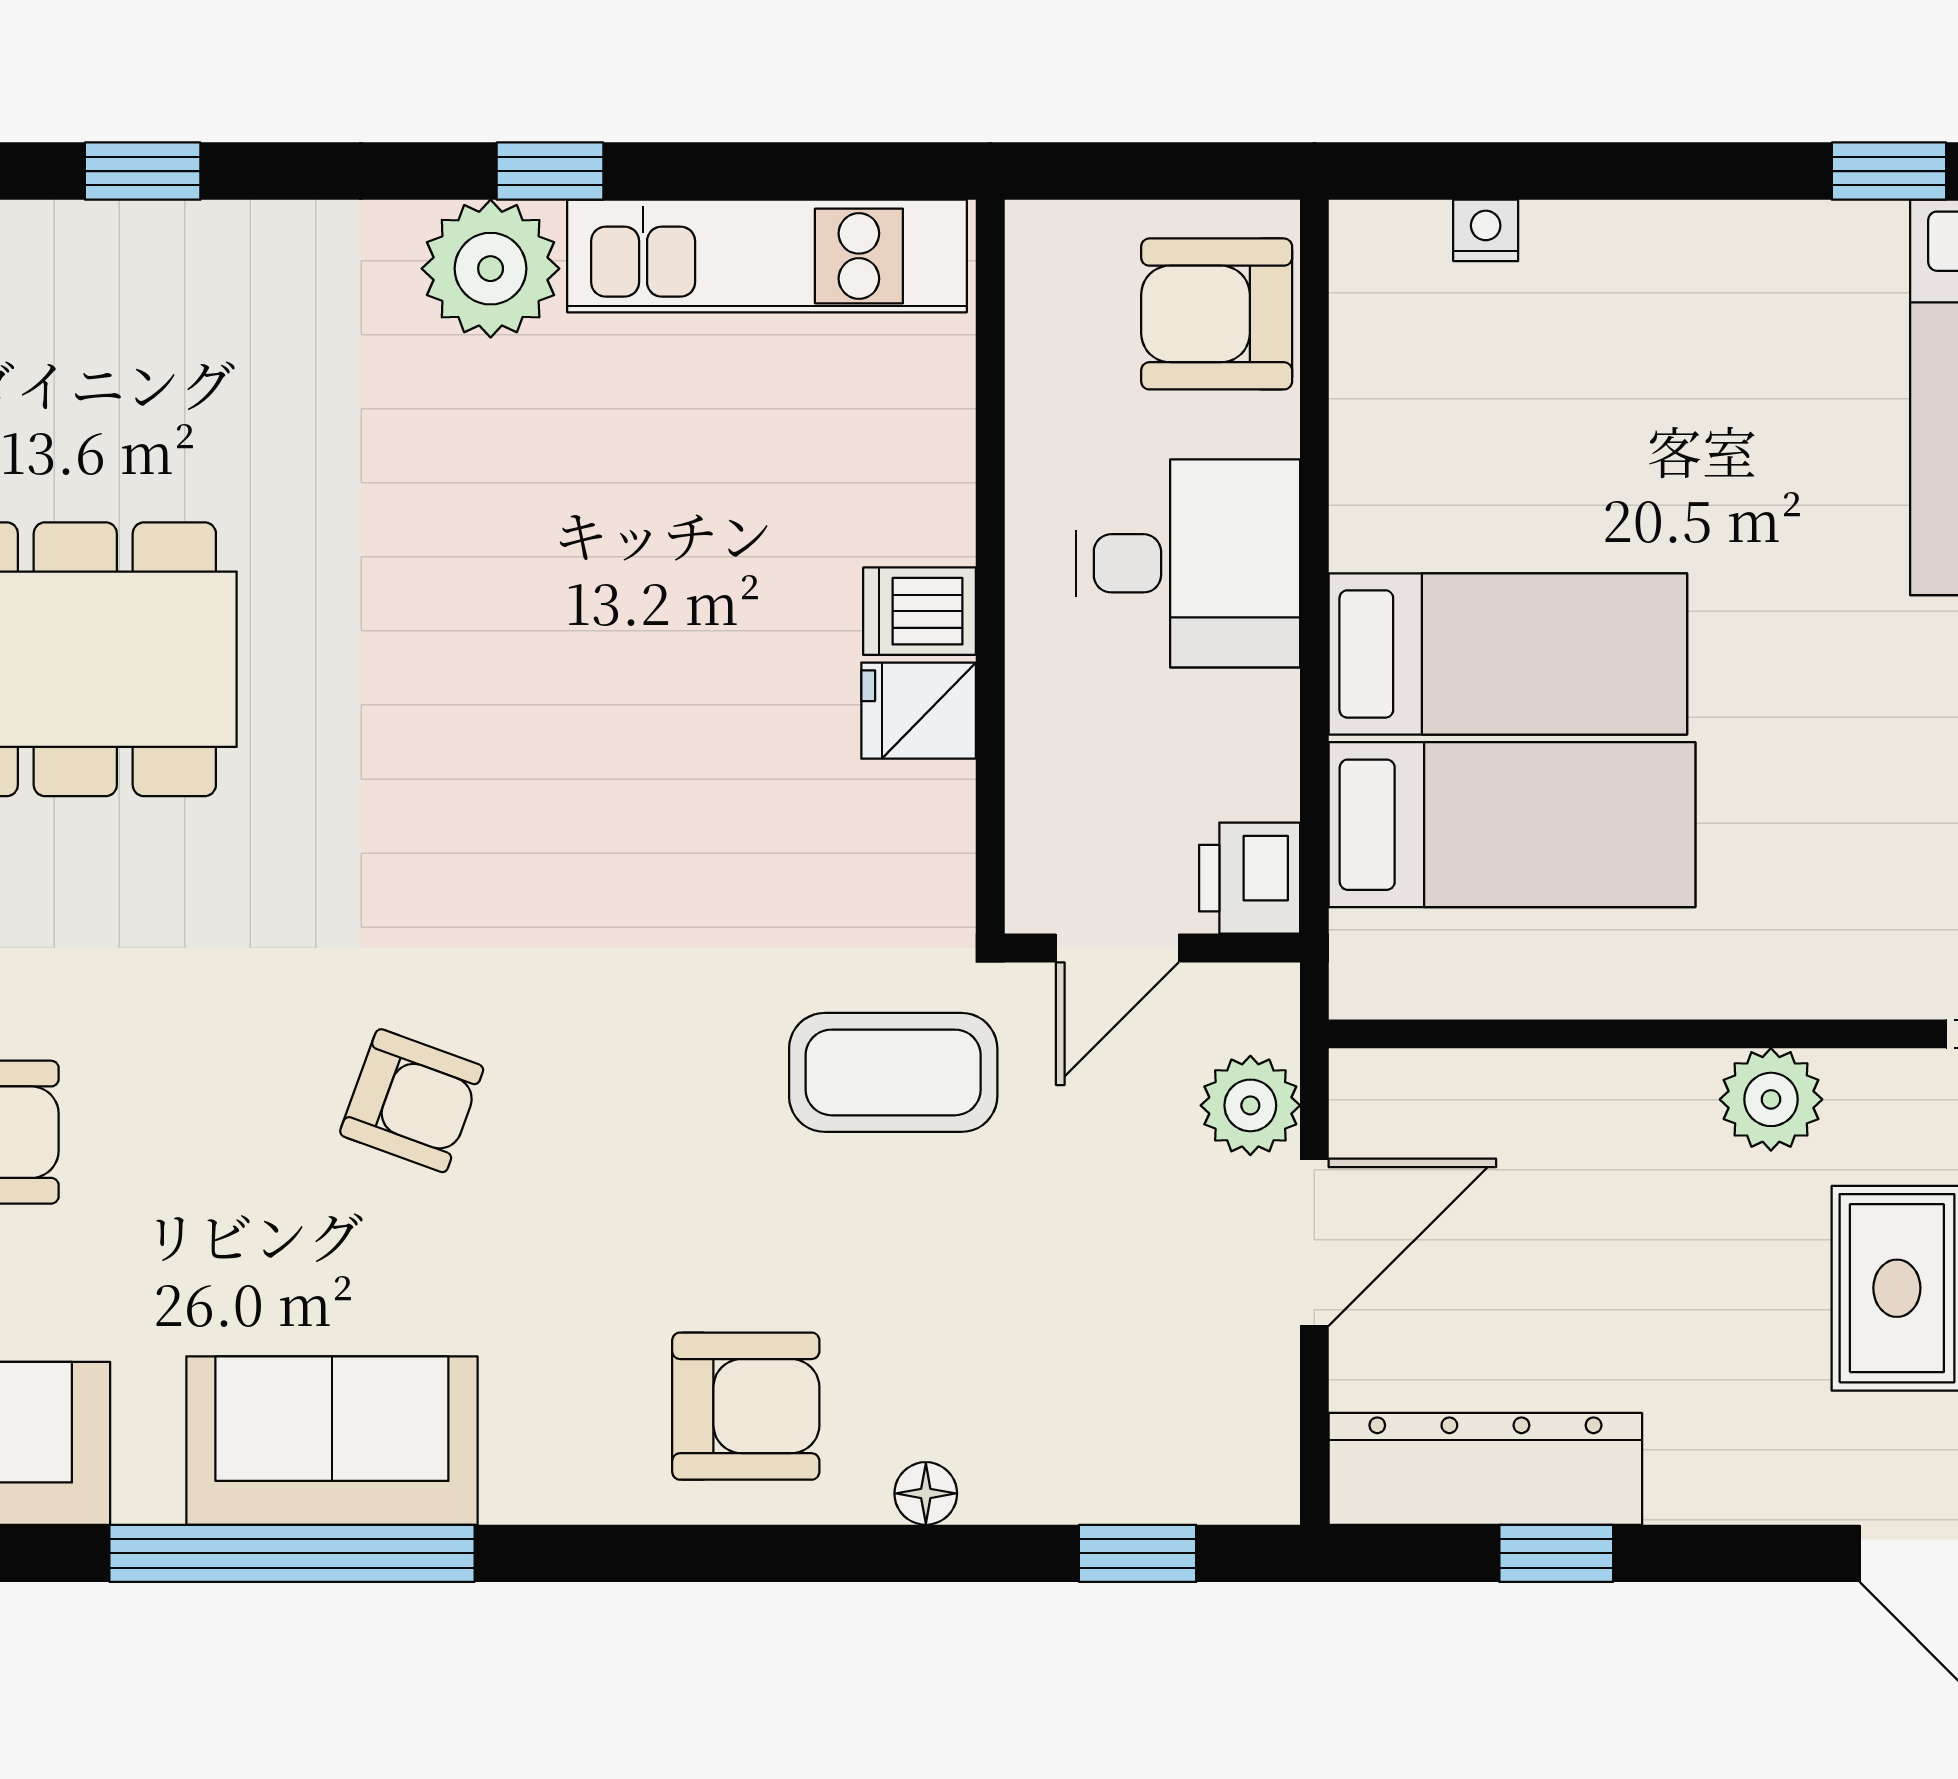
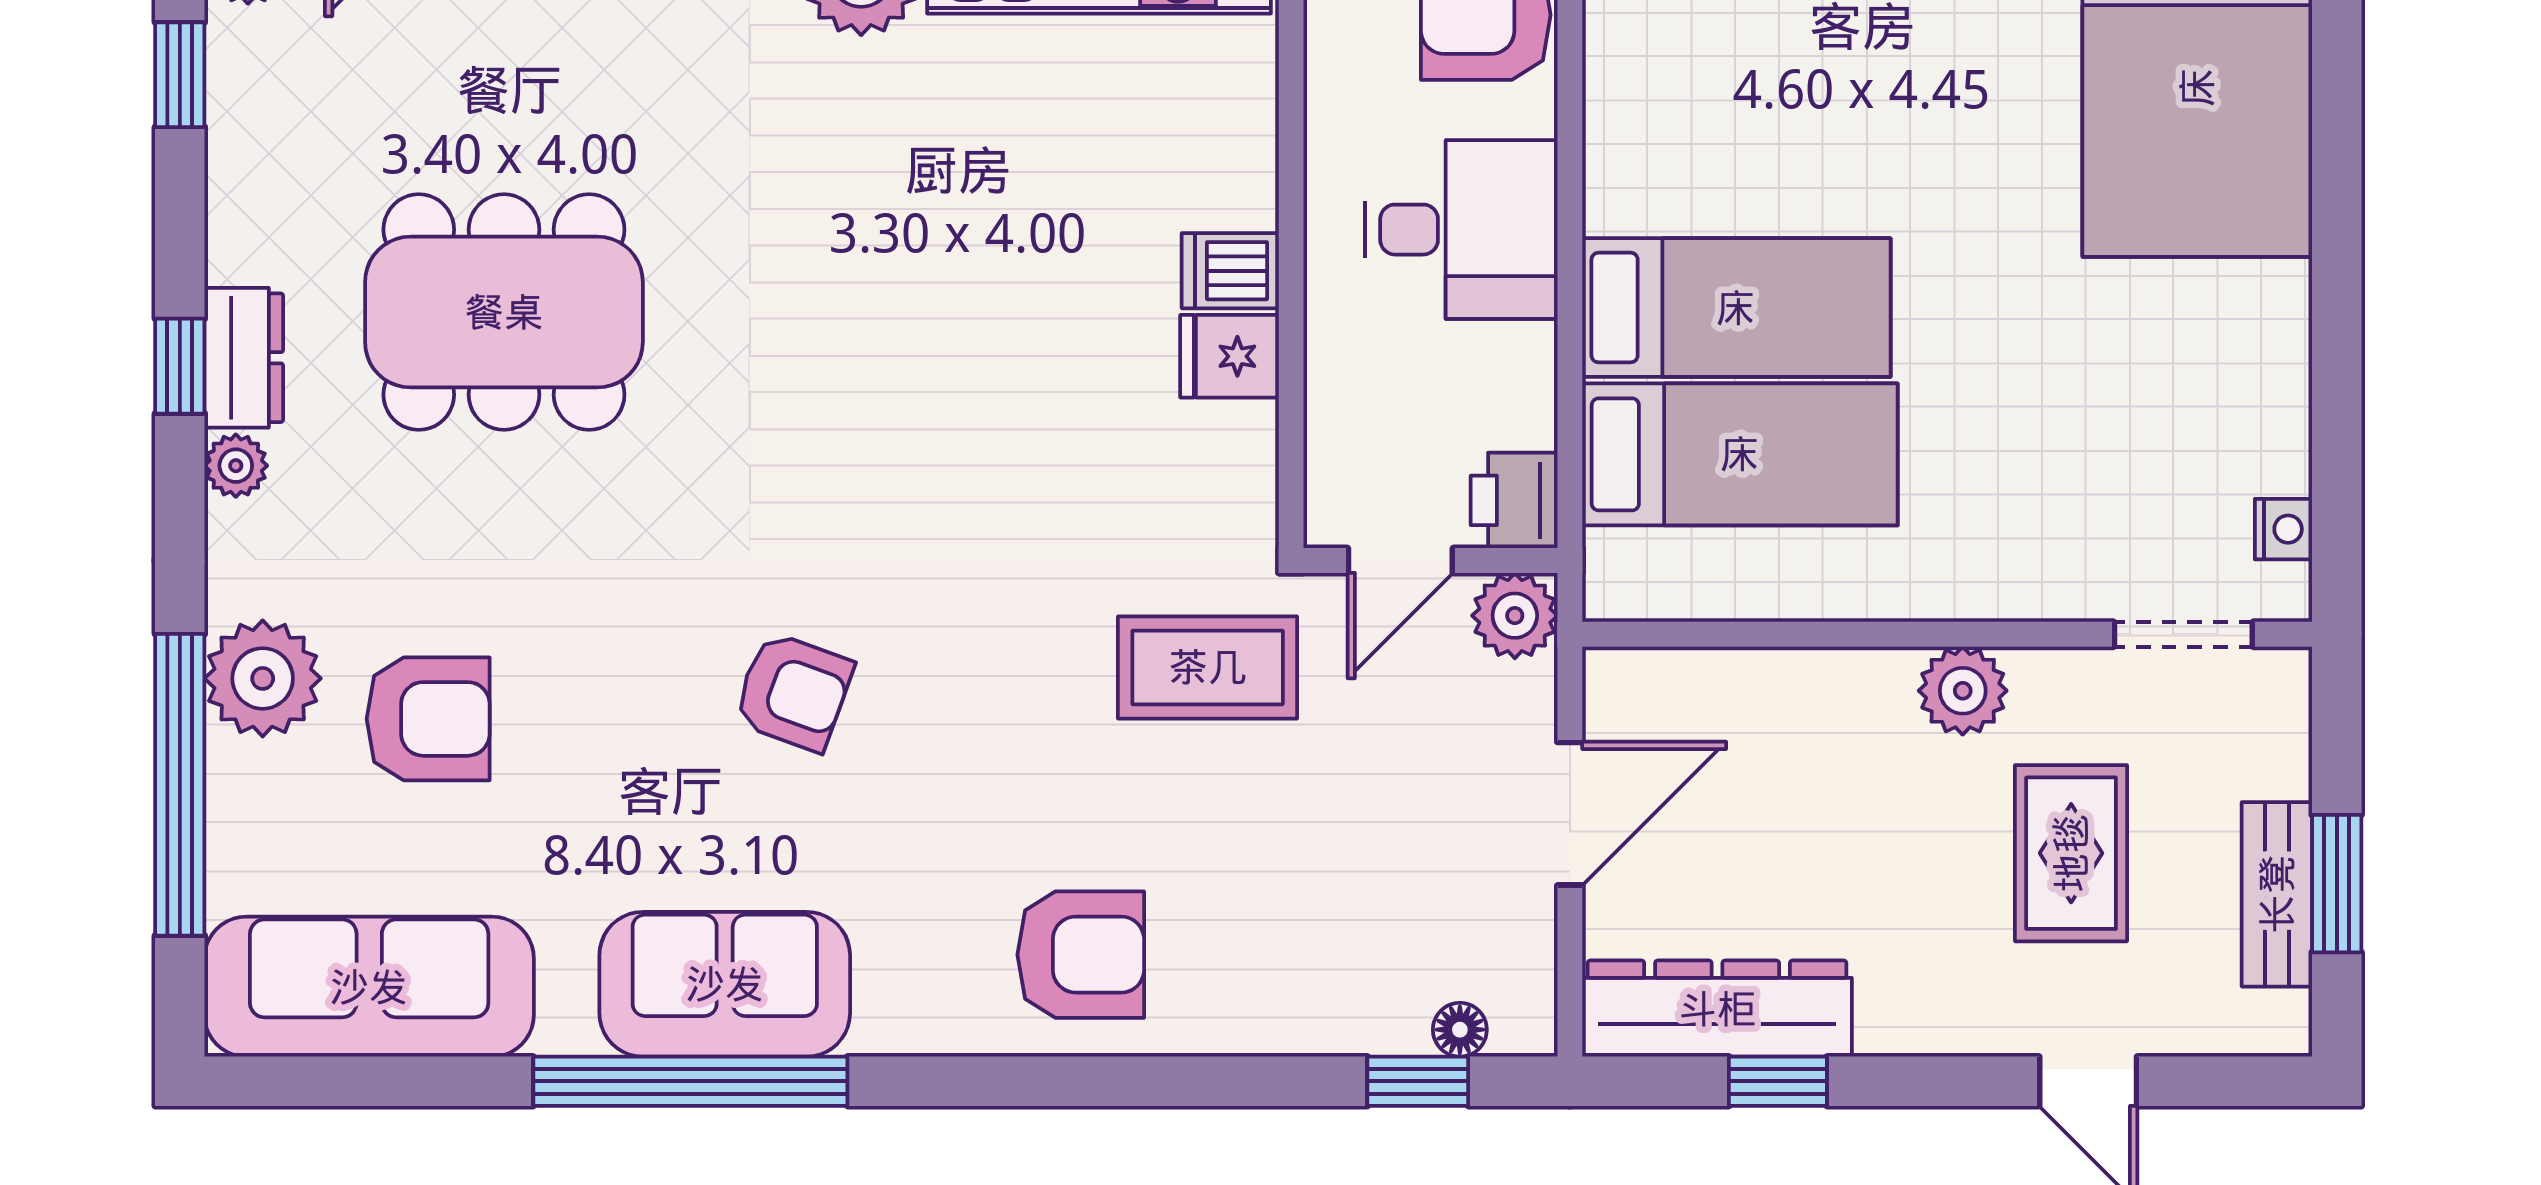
plant: (1250, 1105) -> (1515, 616), moved
floor lamp: (926, 1493) -> (1460, 1030), moved

